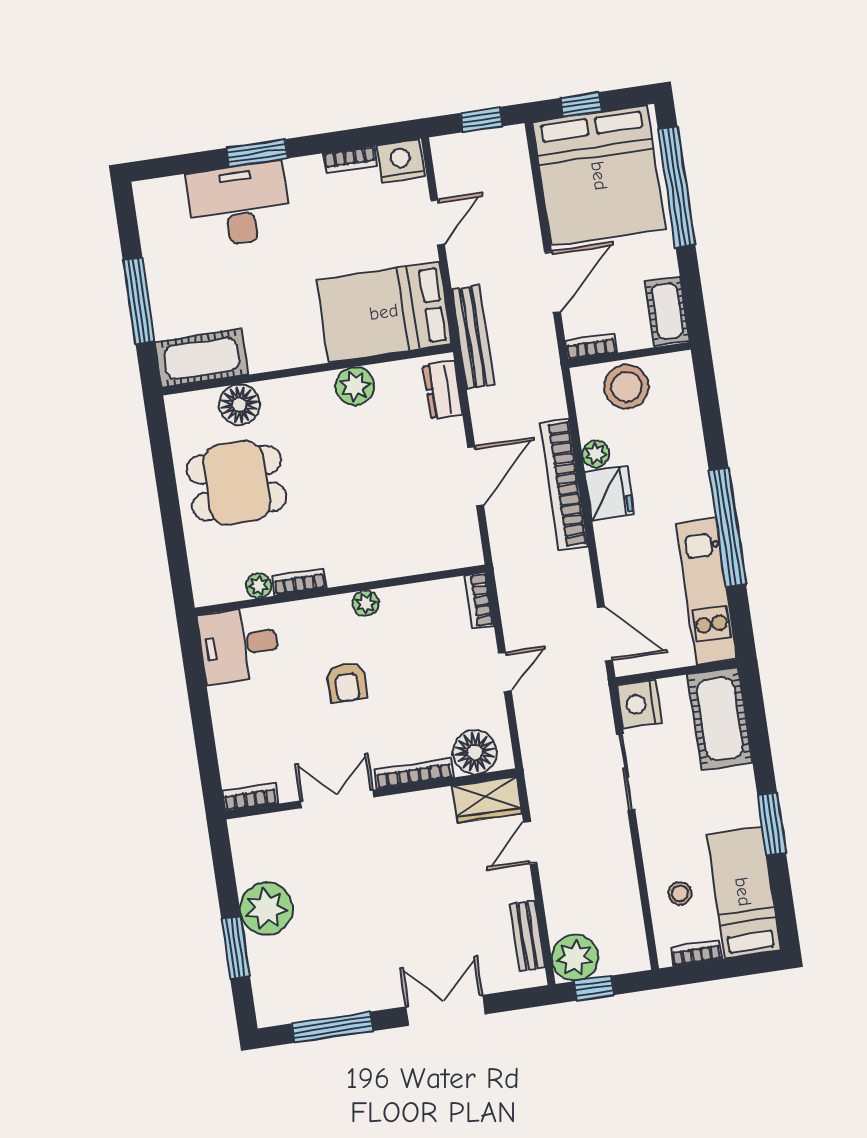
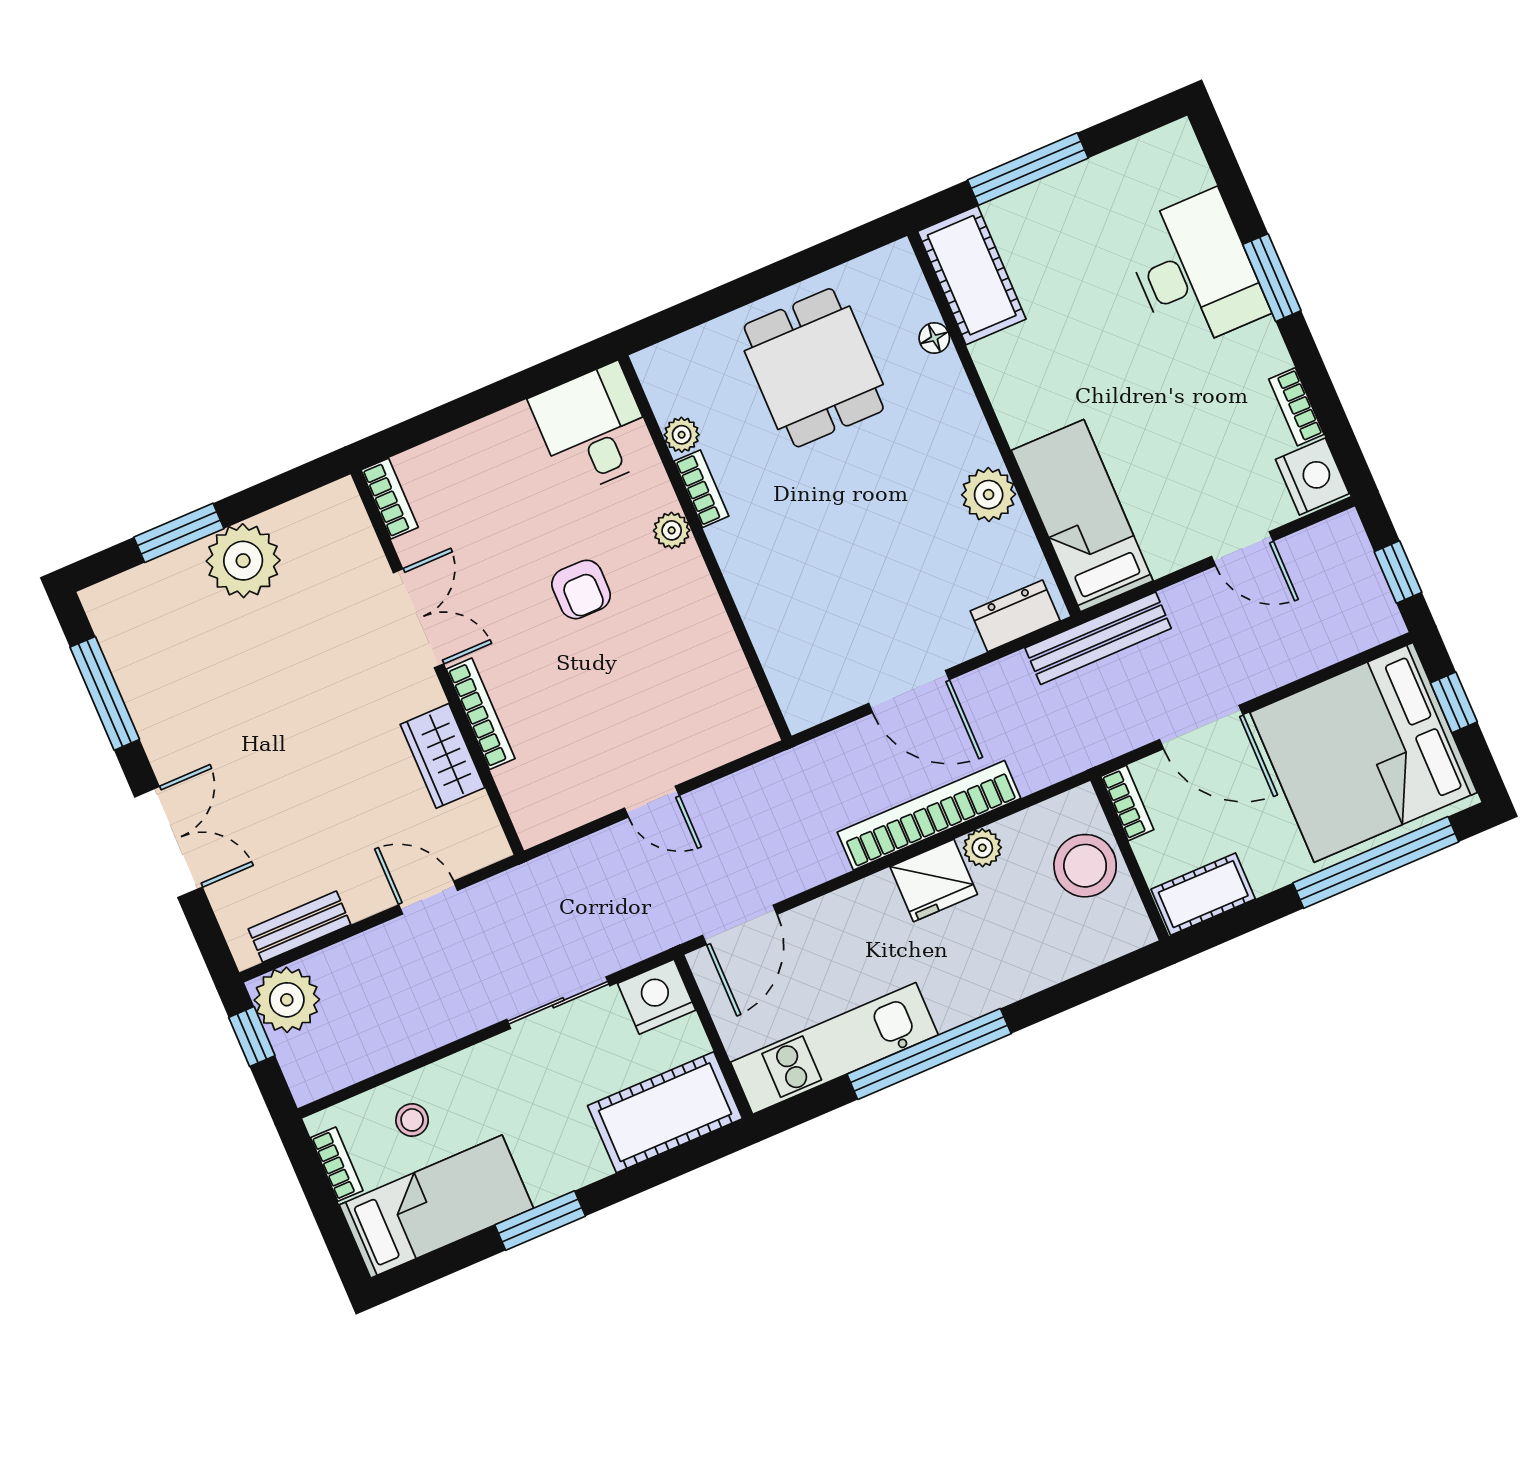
bed: (384, 312) -> (1082, 516), width x0.67
floor lamp: (239, 405) -> (934, 338), width x0.53, depth x0.53
bookcase: (479, 601) -> (740, 741), removed
plant: (366, 603) -> (672, 530), moved
armchair: (347, 682) -> (581, 589), turned -90
floor lamp: (475, 752) -> (532, 789), removed
wardrobe: (487, 799) -> (443, 756), moved

